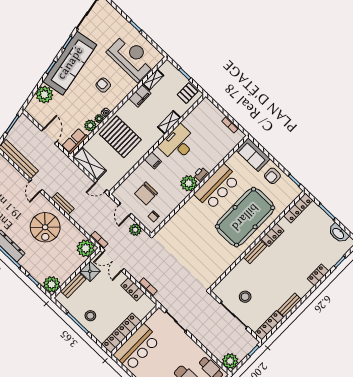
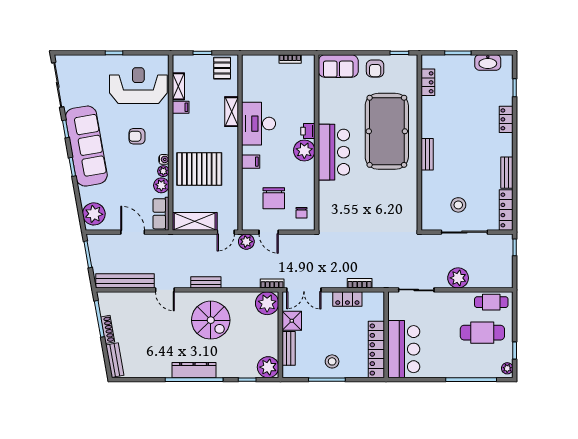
plant: (44, 95) -> (94, 214), moved
filing cabinet: (140, 96) -> (181, 107), width x0.50
bar counter: (217, 187) -> (334, 152), moved
locker: (298, 208) -> (428, 82), width x0.66
plant: (135, 230) -> (246, 242), moved
locker: (273, 235) -> (428, 123), removed
plant: (230, 361) -> (458, 278), moved

